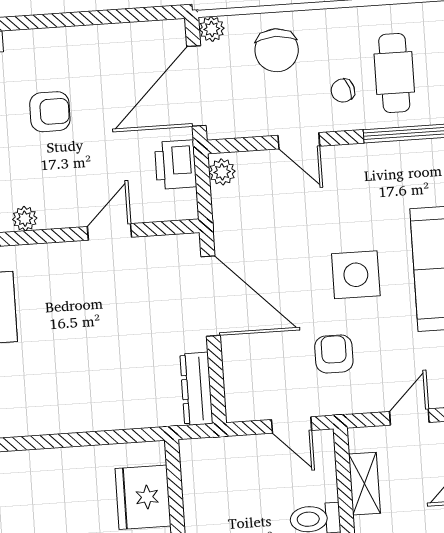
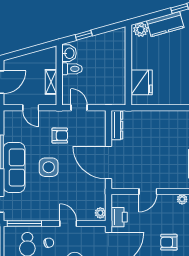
armchair: (334, 354) -> (60, 136), turned -90
door: (409, 417) -> (31, 108), hinge flipped

